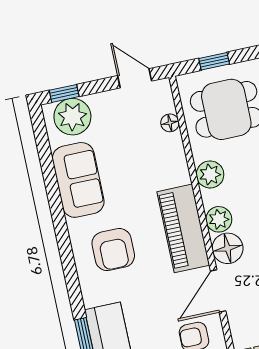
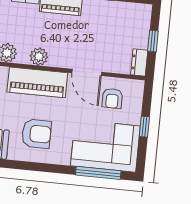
floor lamp: (228, 248) -> (60, 57), removed

